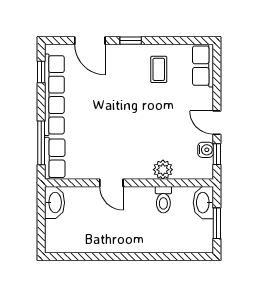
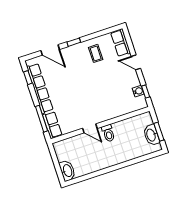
door: (217, 123) -> (136, 62), moved
plant: (163, 170) -> (117, 111), removed
toilet: (163, 200) -> (108, 133), moved
washbasin: (55, 203) -> (67, 171), moved
washbasin: (203, 203) -> (151, 135), moved

